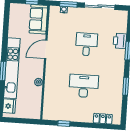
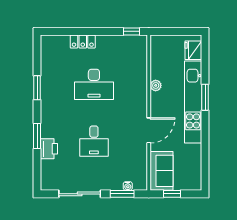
locker: (103, 119) -> (83, 42), moved
window: (64, 124) -> (131, 31), moved

